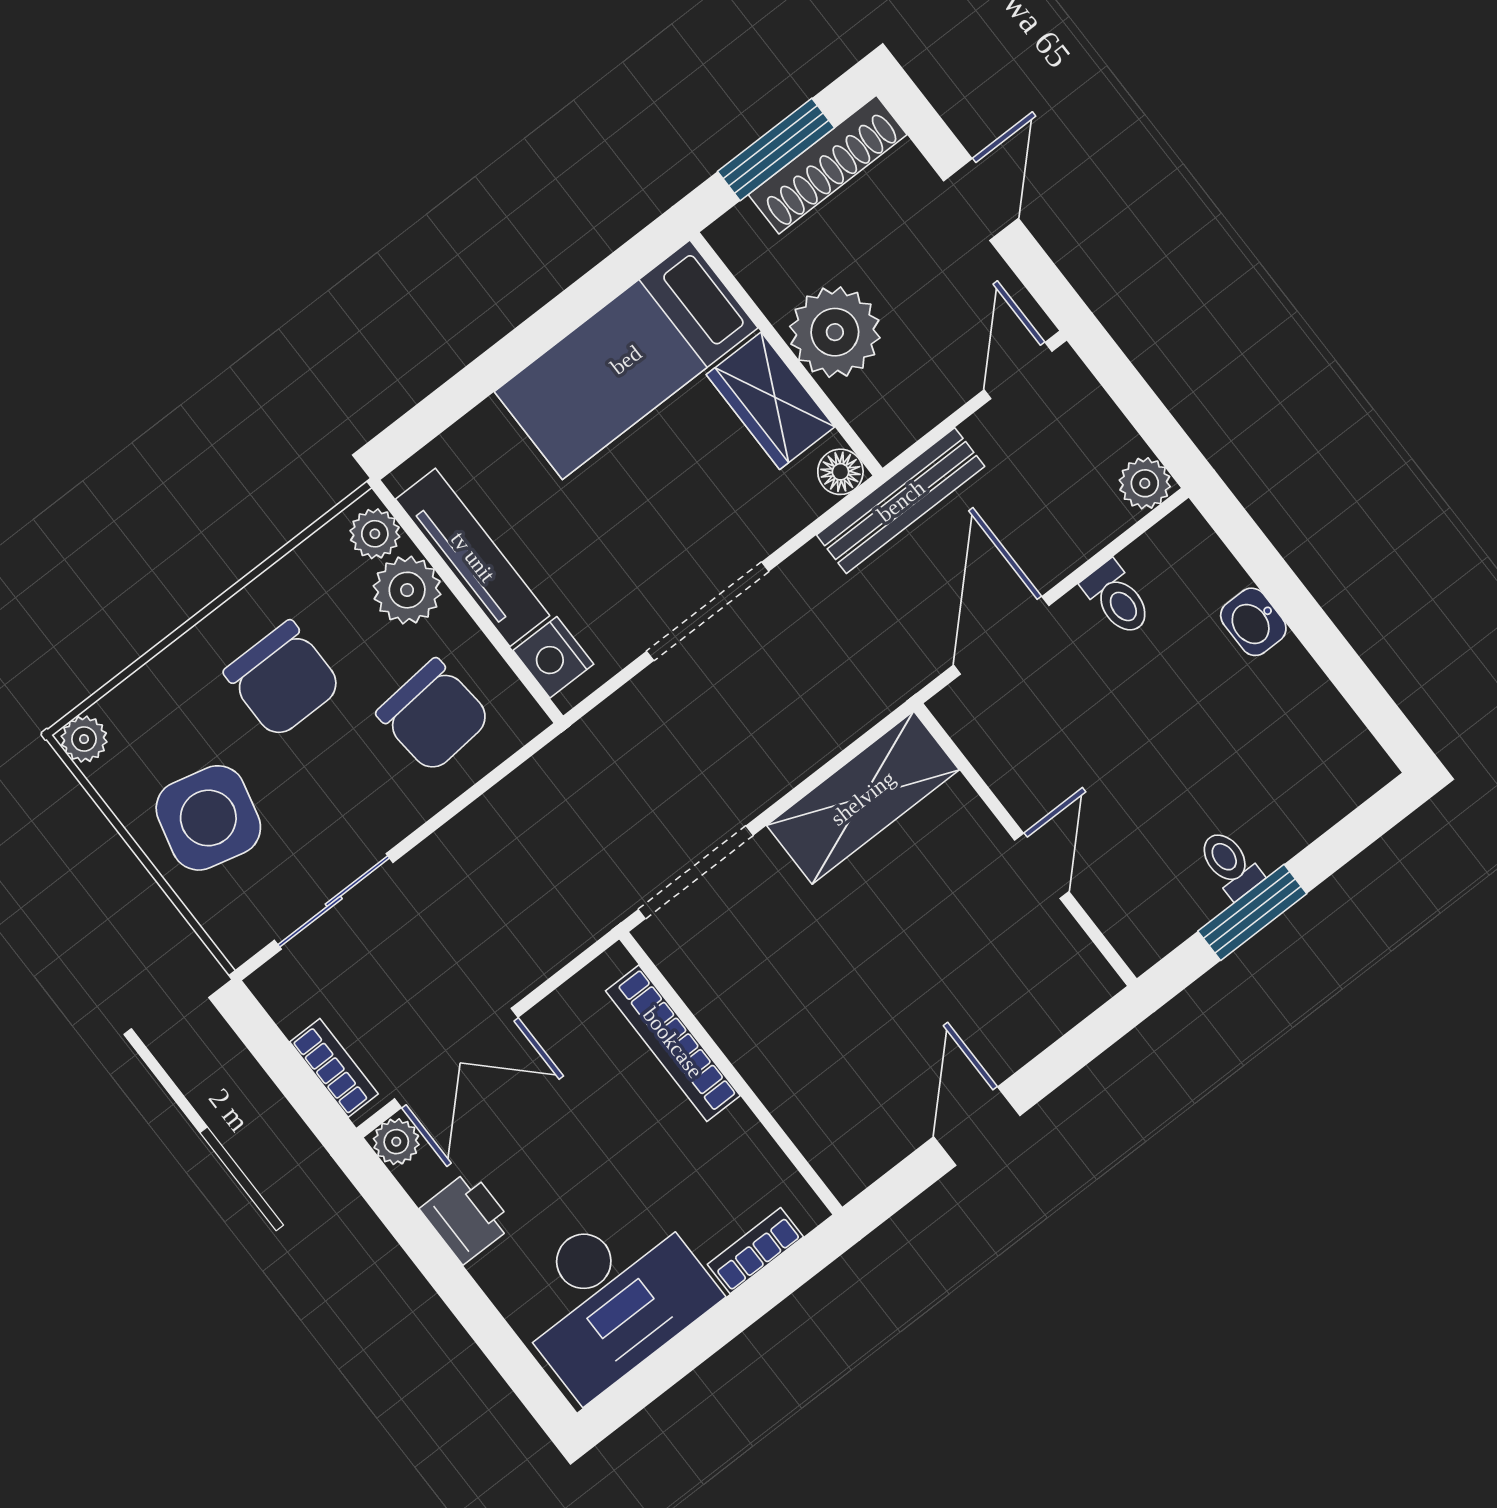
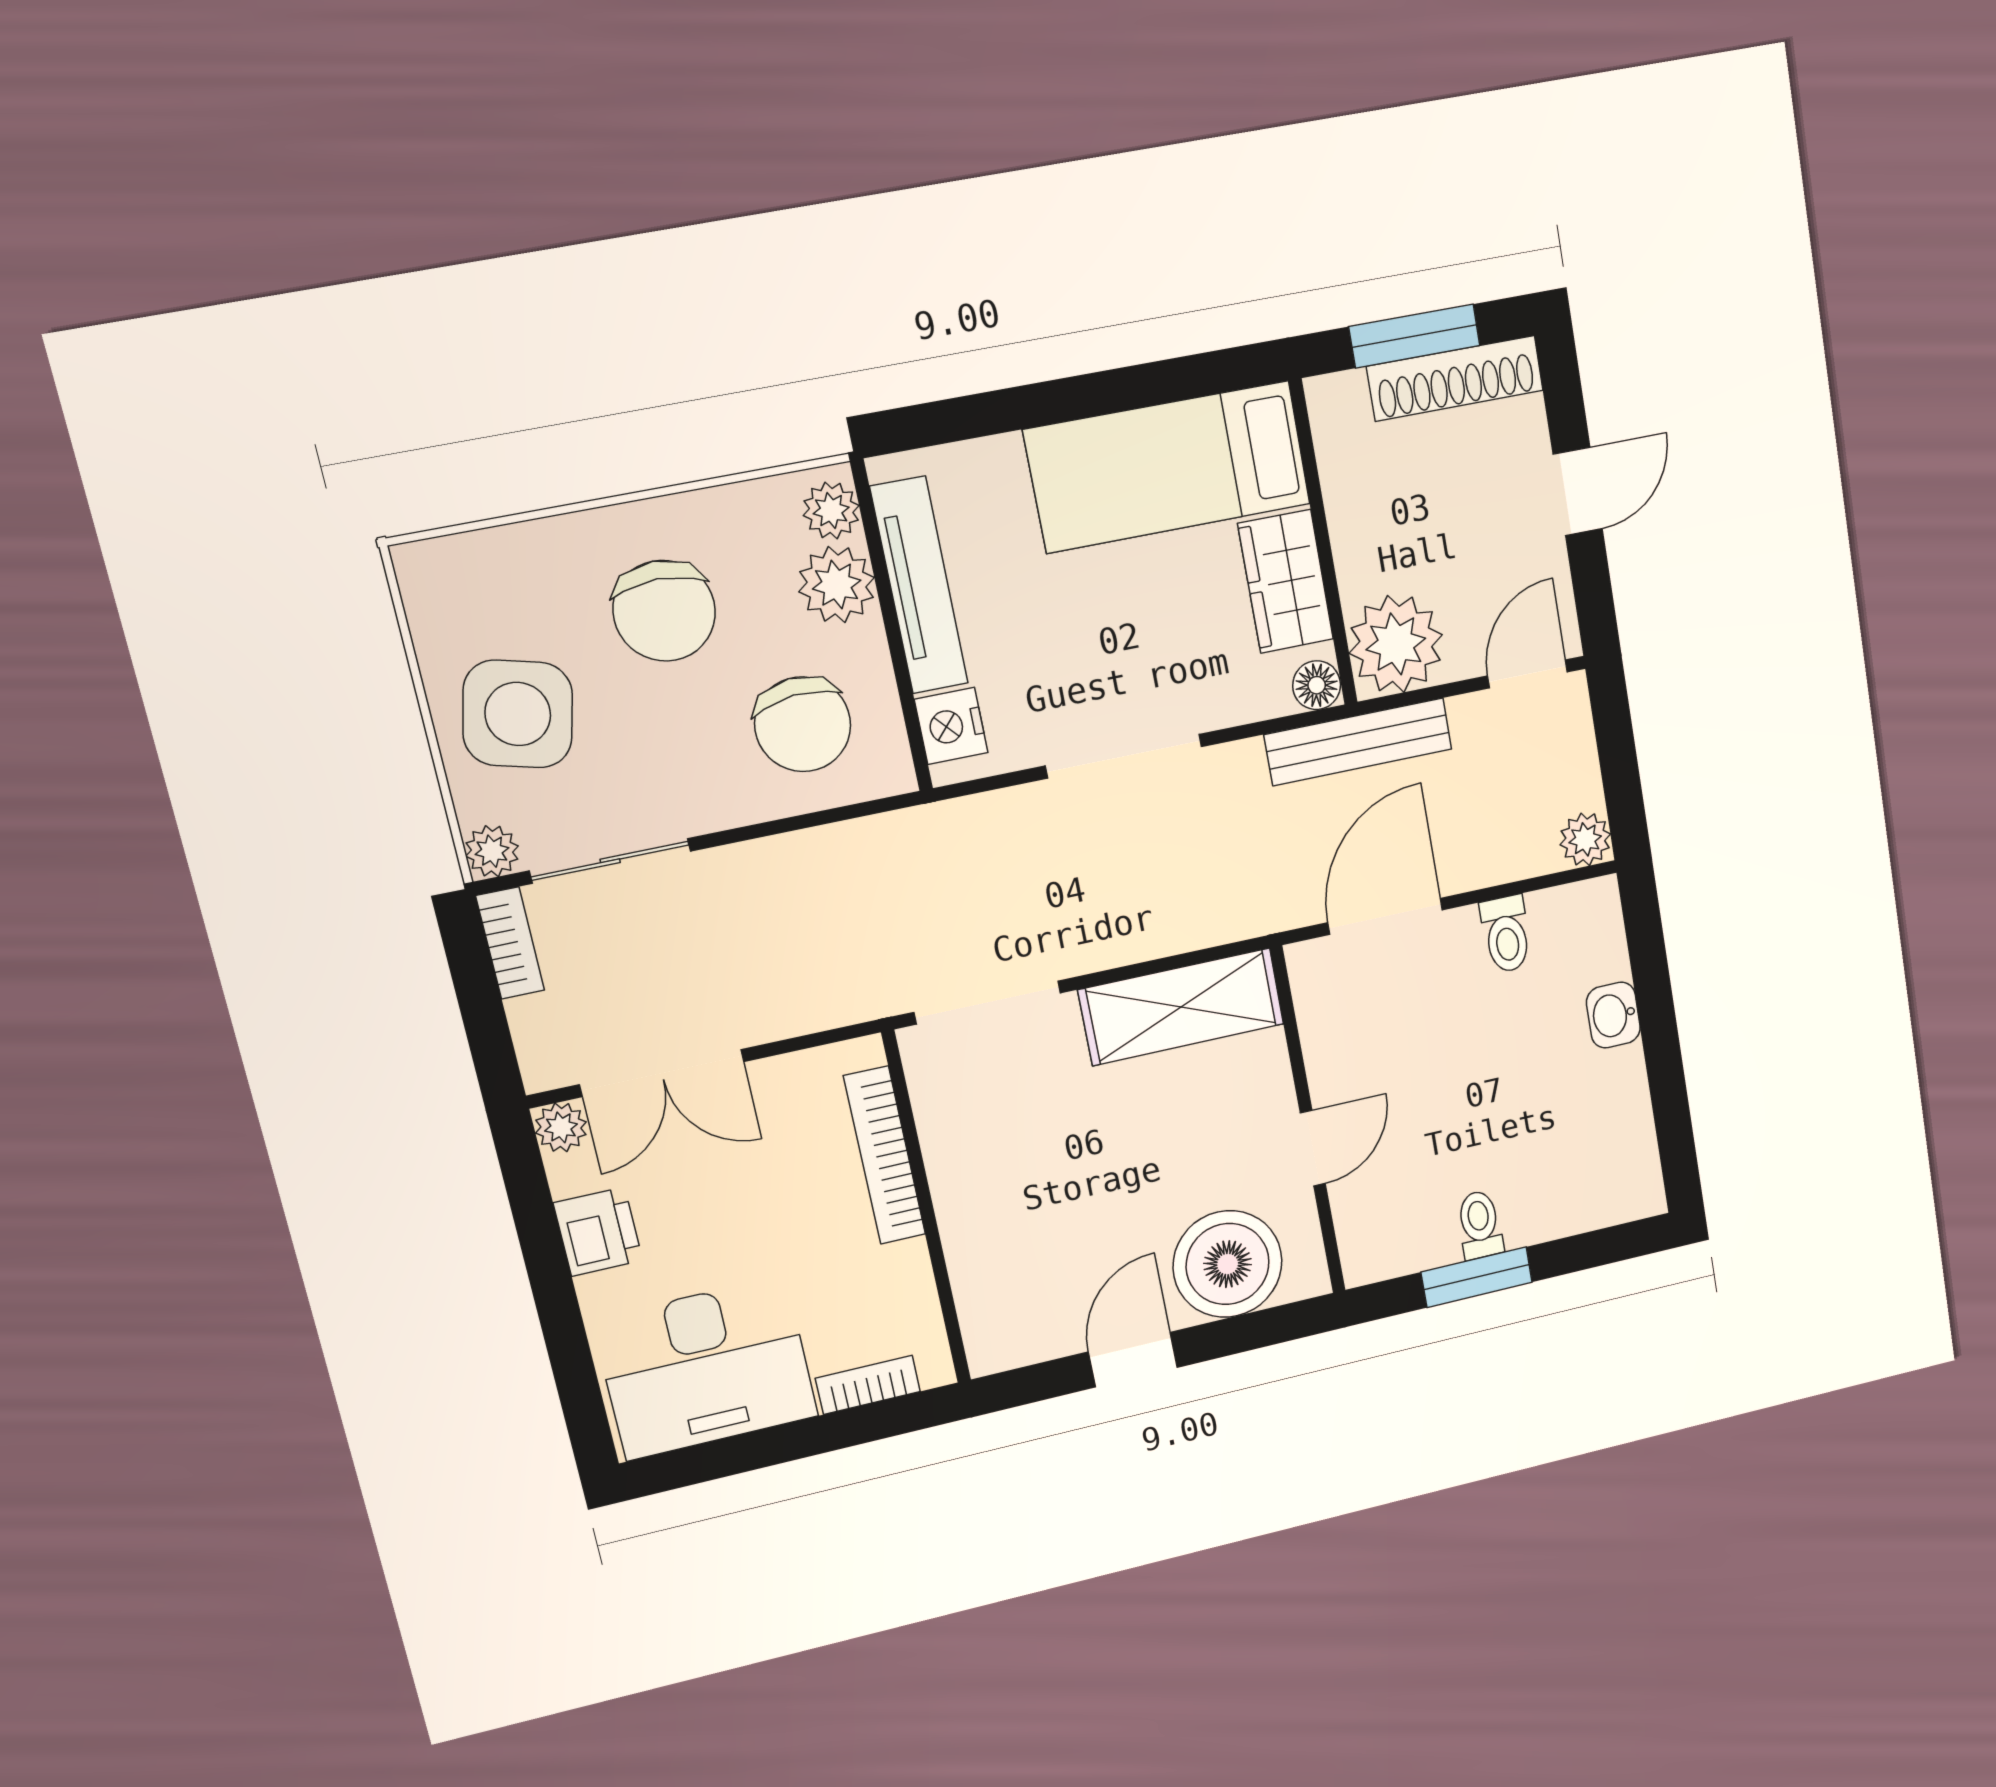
plant: (835, 332) -> (1396, 644), moved
plant: (84, 739) -> (492, 851), moved
boiler: (1018, 1003) -> (1228, 1264), added
bookcase: (334, 1068) -> (510, 943), moved

